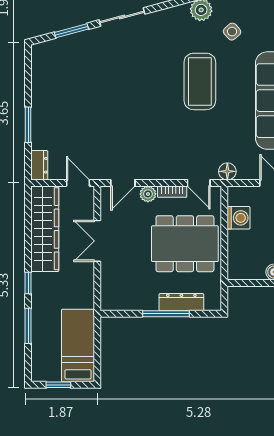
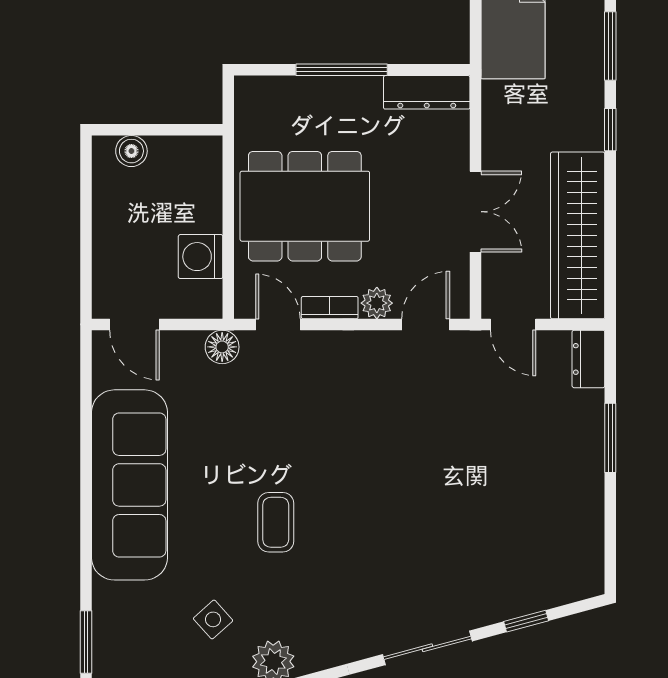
window: (71, 31) -> (526, 621), width x0.67
coffee table: (200, 81) -> (276, 522), width x0.54, depth x0.58
dresser: (181, 302) -> (427, 92), moved

